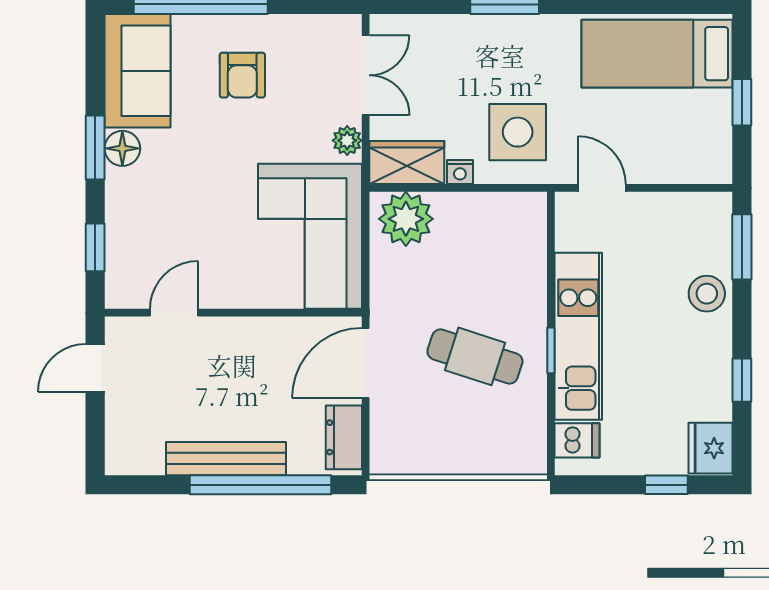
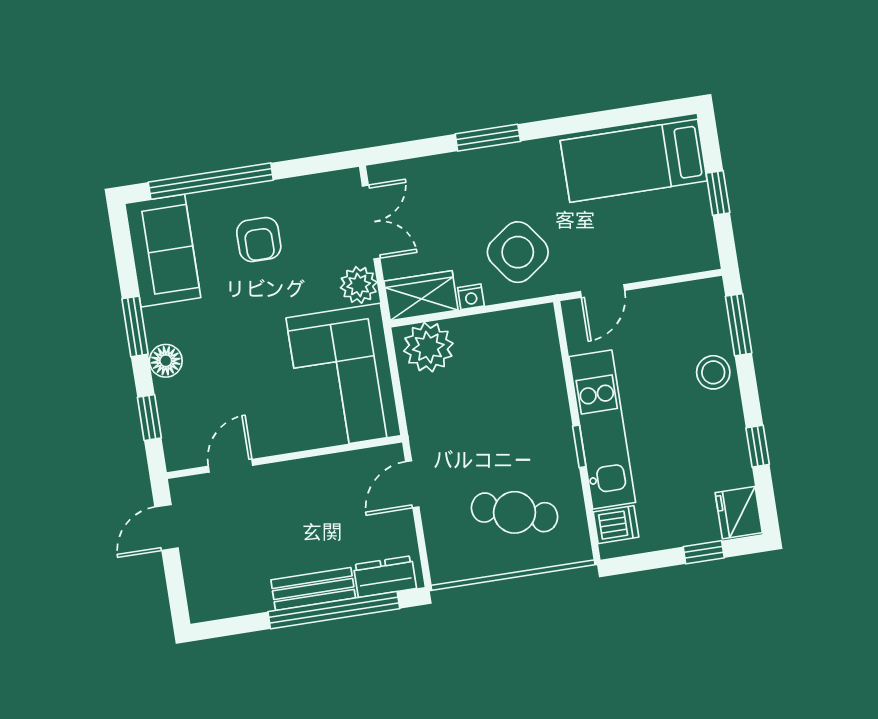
side table: (518, 132) -> (518, 252), turned -36
plant: (347, 140) -> (359, 285), width x1.38, depth x1.38
floor lamp: (122, 148) -> (166, 361), moved
door: (602, 188) -> (603, 291), swing flipped
cafe table: (475, 356) -> (515, 512), moved
door: (366, 363) -> (412, 484), width x0.73
dresser: (344, 437) -> (385, 577), moved, turned 90
bench: (226, 459) -> (313, 589), width x0.73

